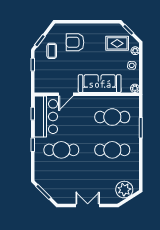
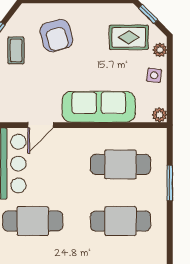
armchair: (75, 42) -> (56, 36), turned -105

